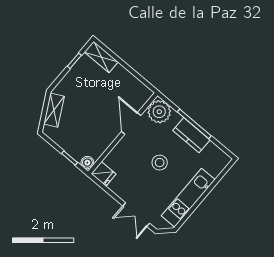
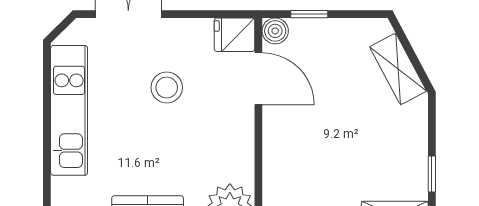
door: (131, 123) -> (258, 79), moved
stool: (160, 163) -> (167, 88), moved

